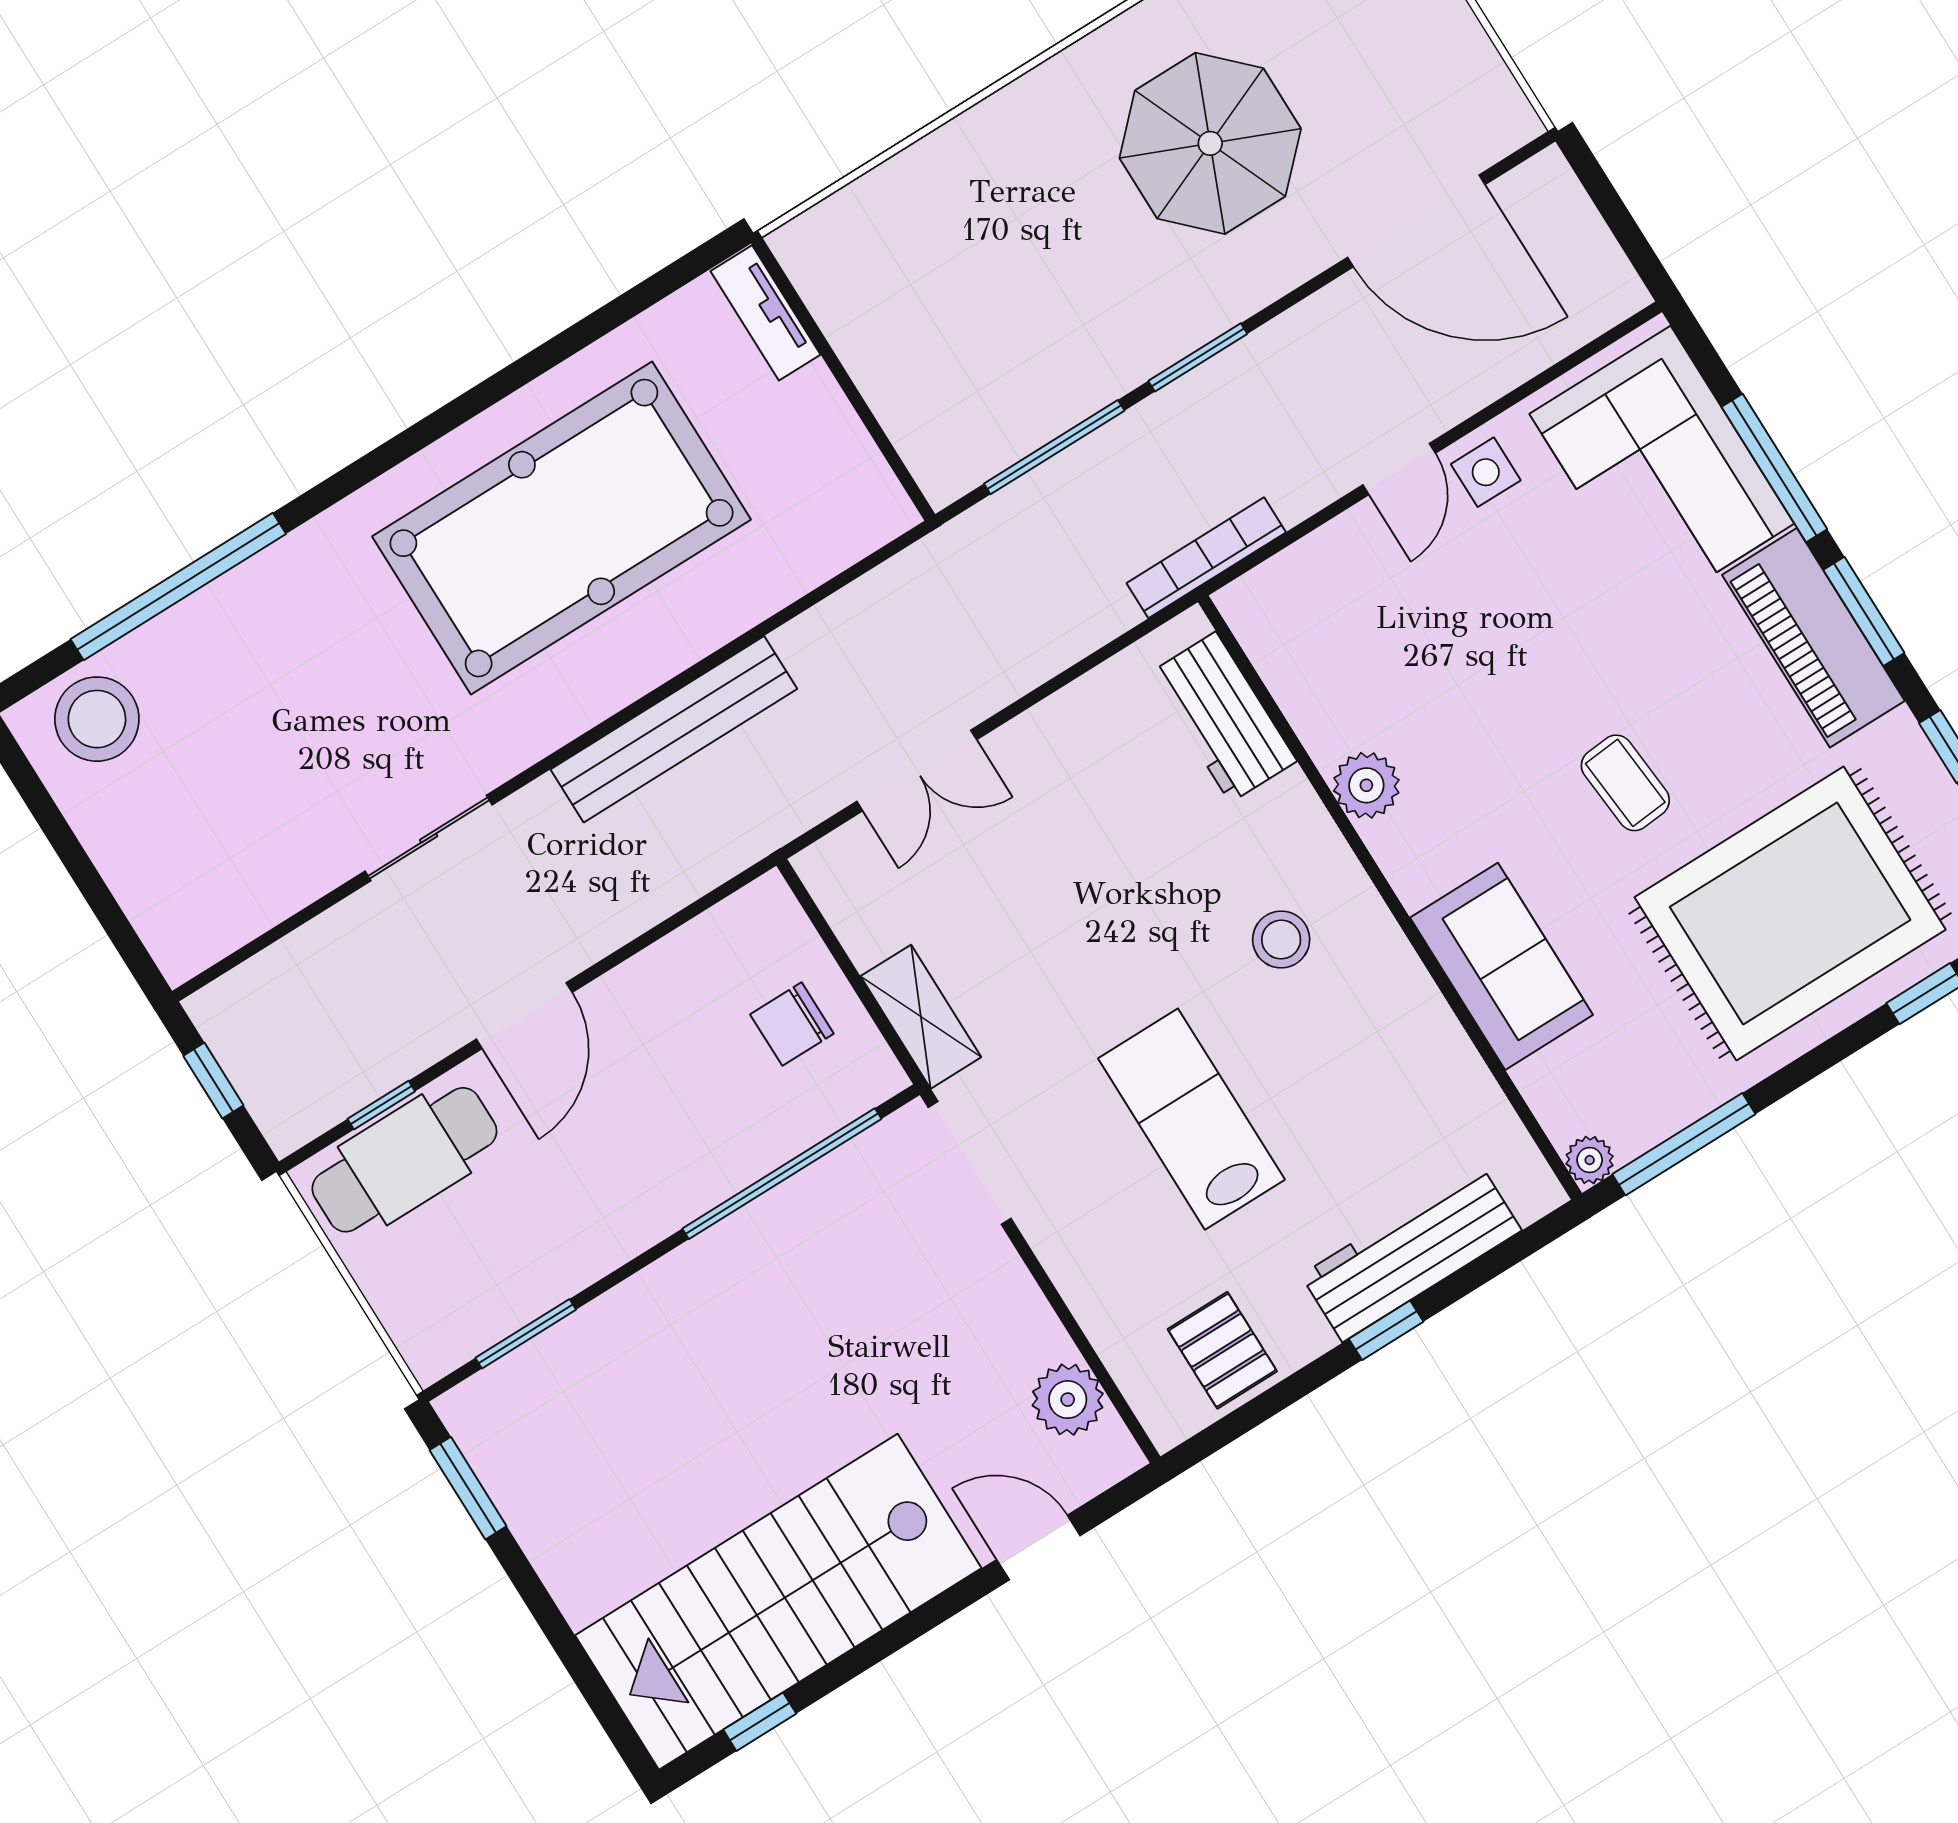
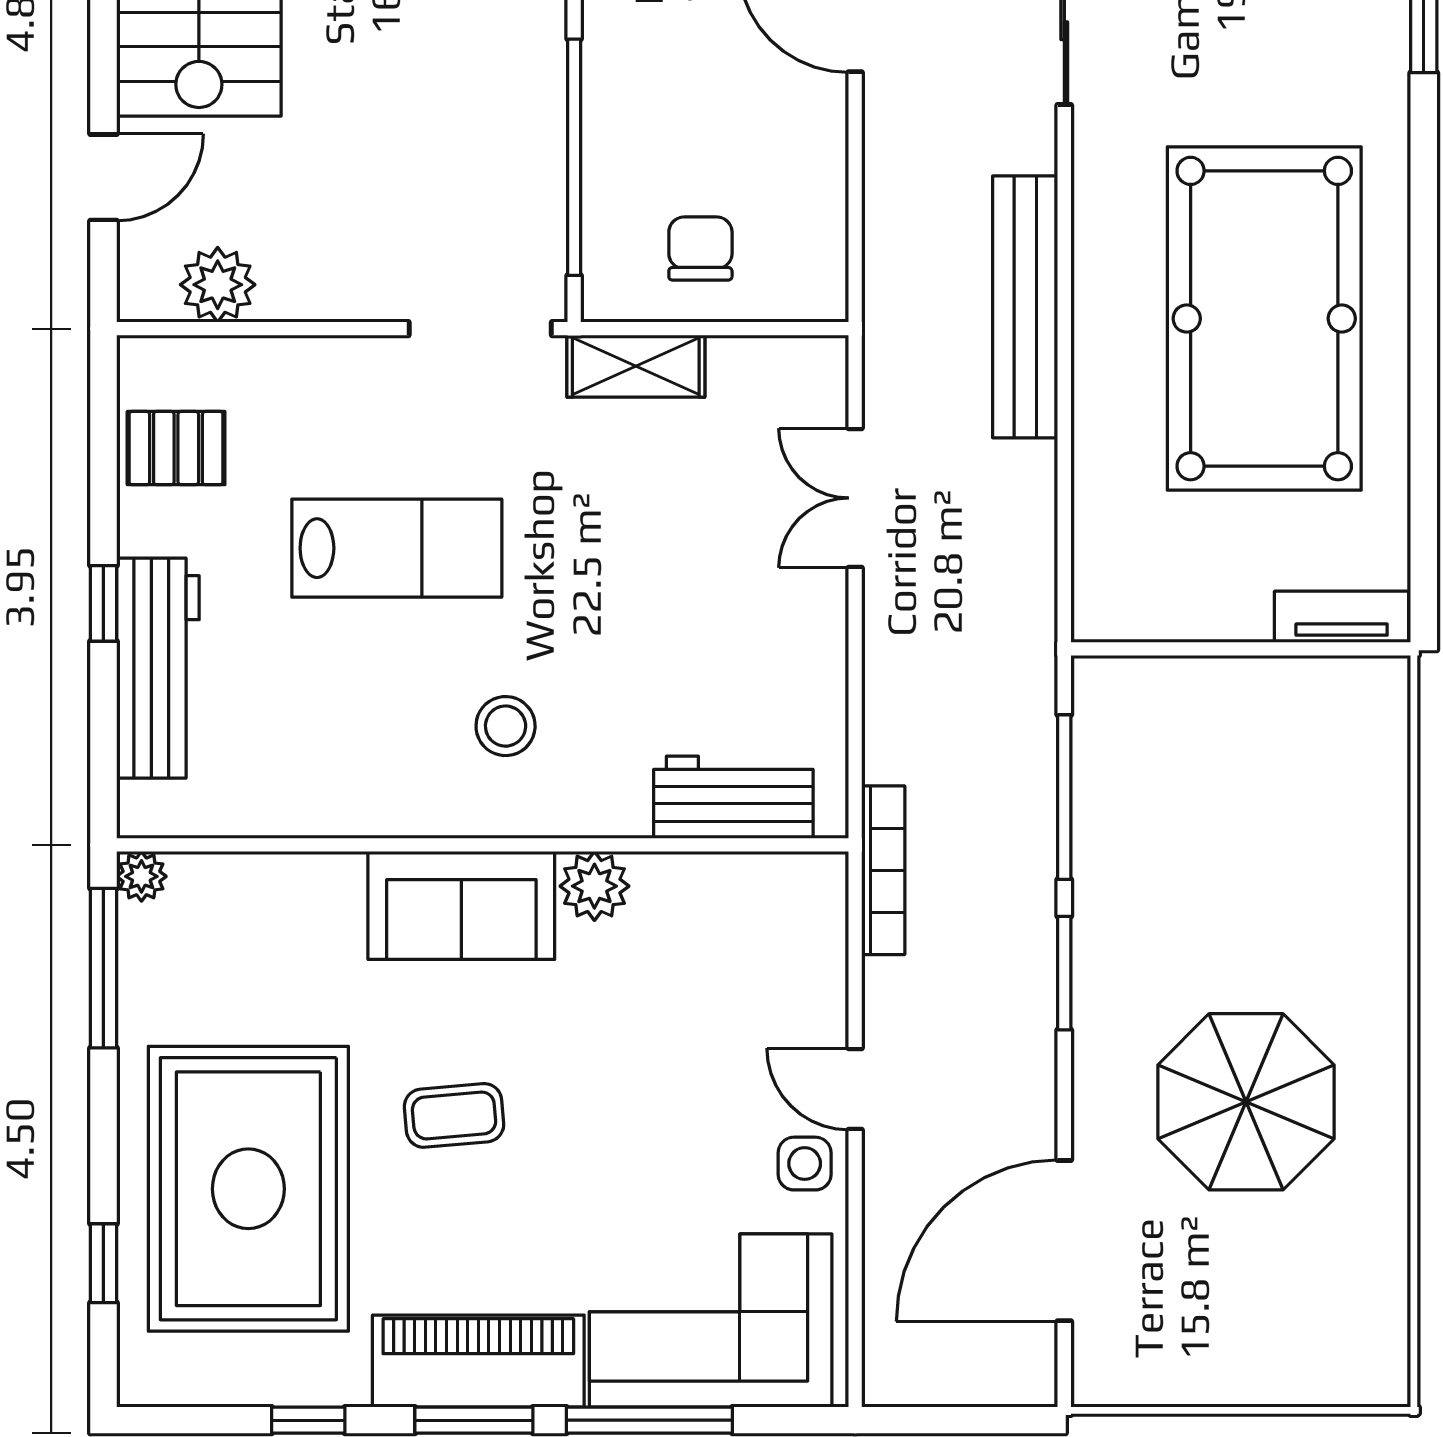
sofa: (1502, 966) -> (461, 905), moved

